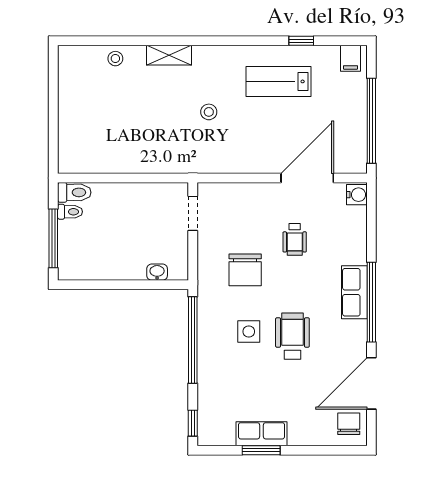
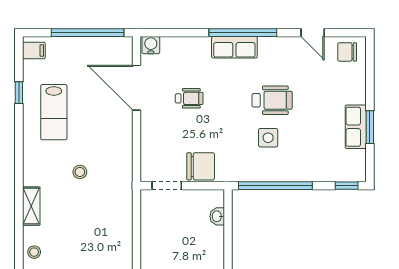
chair: (245, 270) -> (201, 166), moved
wheelchair: (292, 336) -> (272, 100), turned 180
door: (371, 383) -> (313, 33), width x0.53

